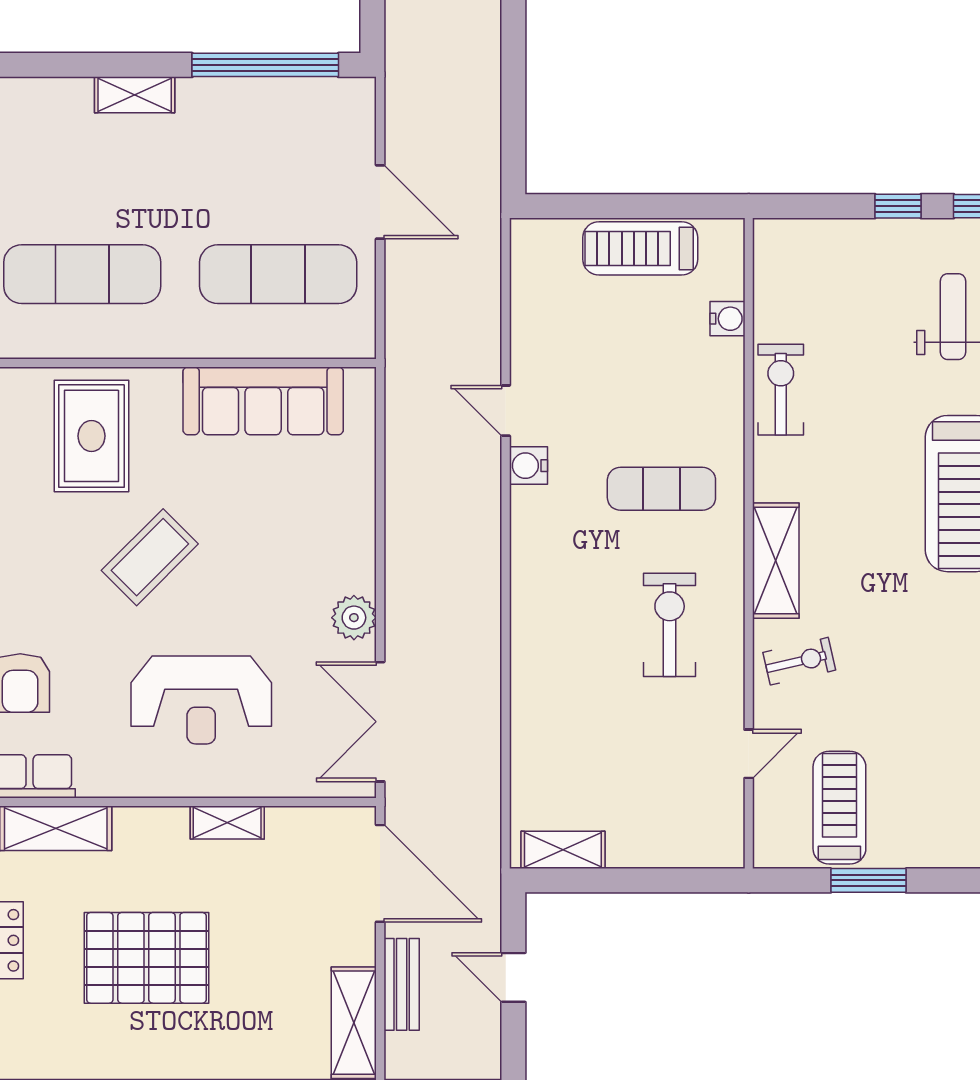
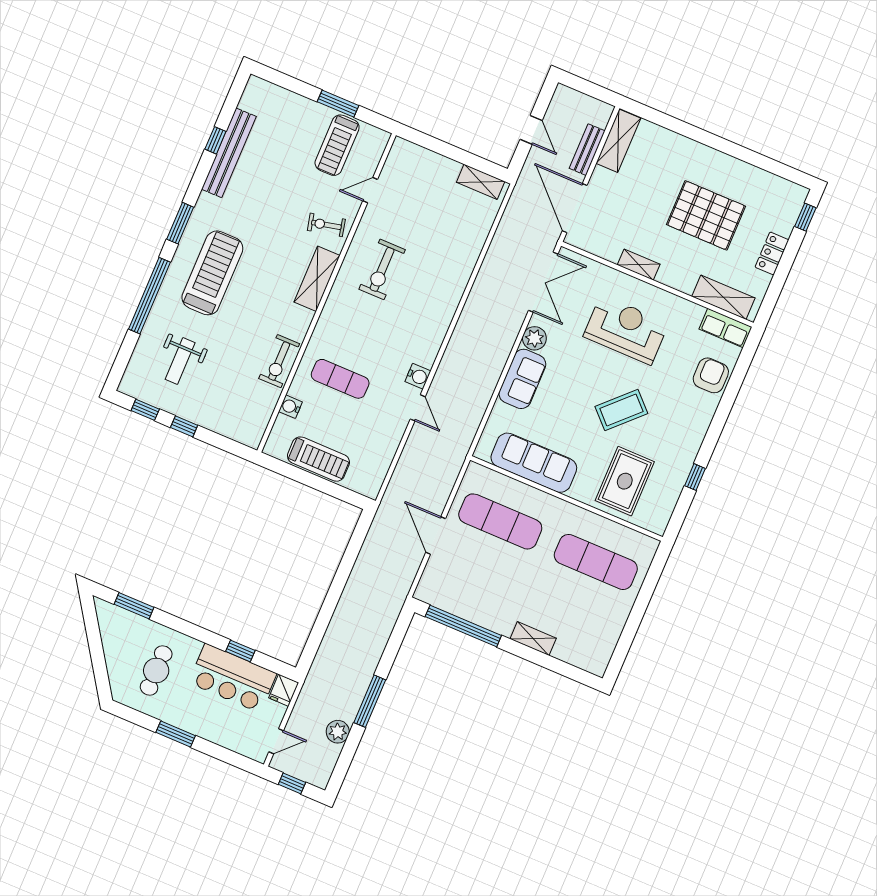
exercise mat: (661, 489) -> (340, 379), moved
sofa: (345, 538) -> (522, 379), added

